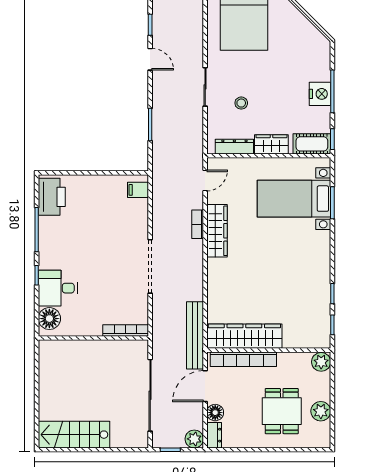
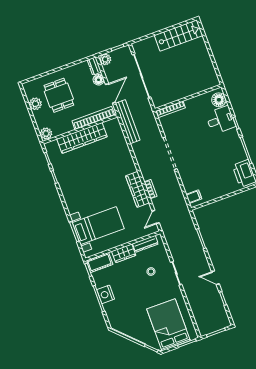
wardrobe: (244, 336) -> (82, 138), moved

